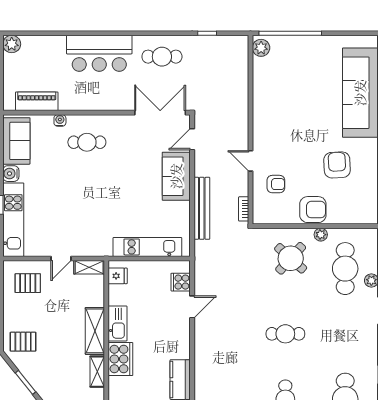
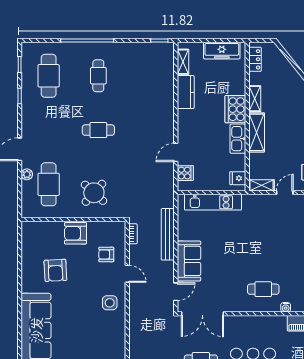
side table: (272, 126) -> (110, 303), added
plant: (321, 235) -> (69, 212), removed

